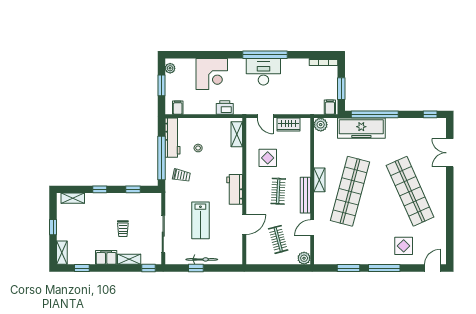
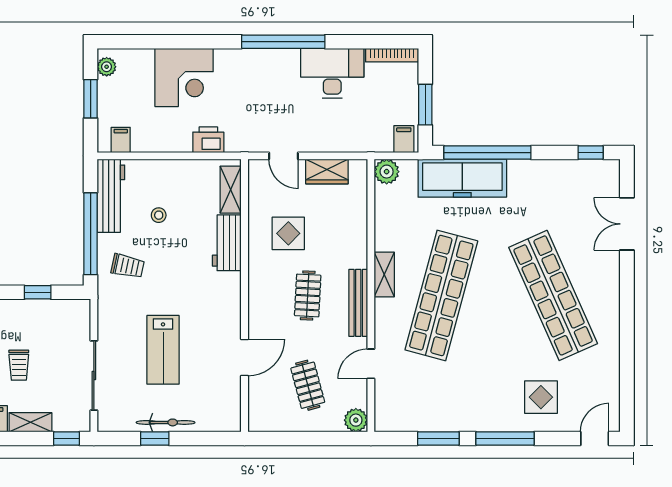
desk: (263, 72) -> (332, 73), moved
workbench: (235, 189) -> (227, 243), moved

